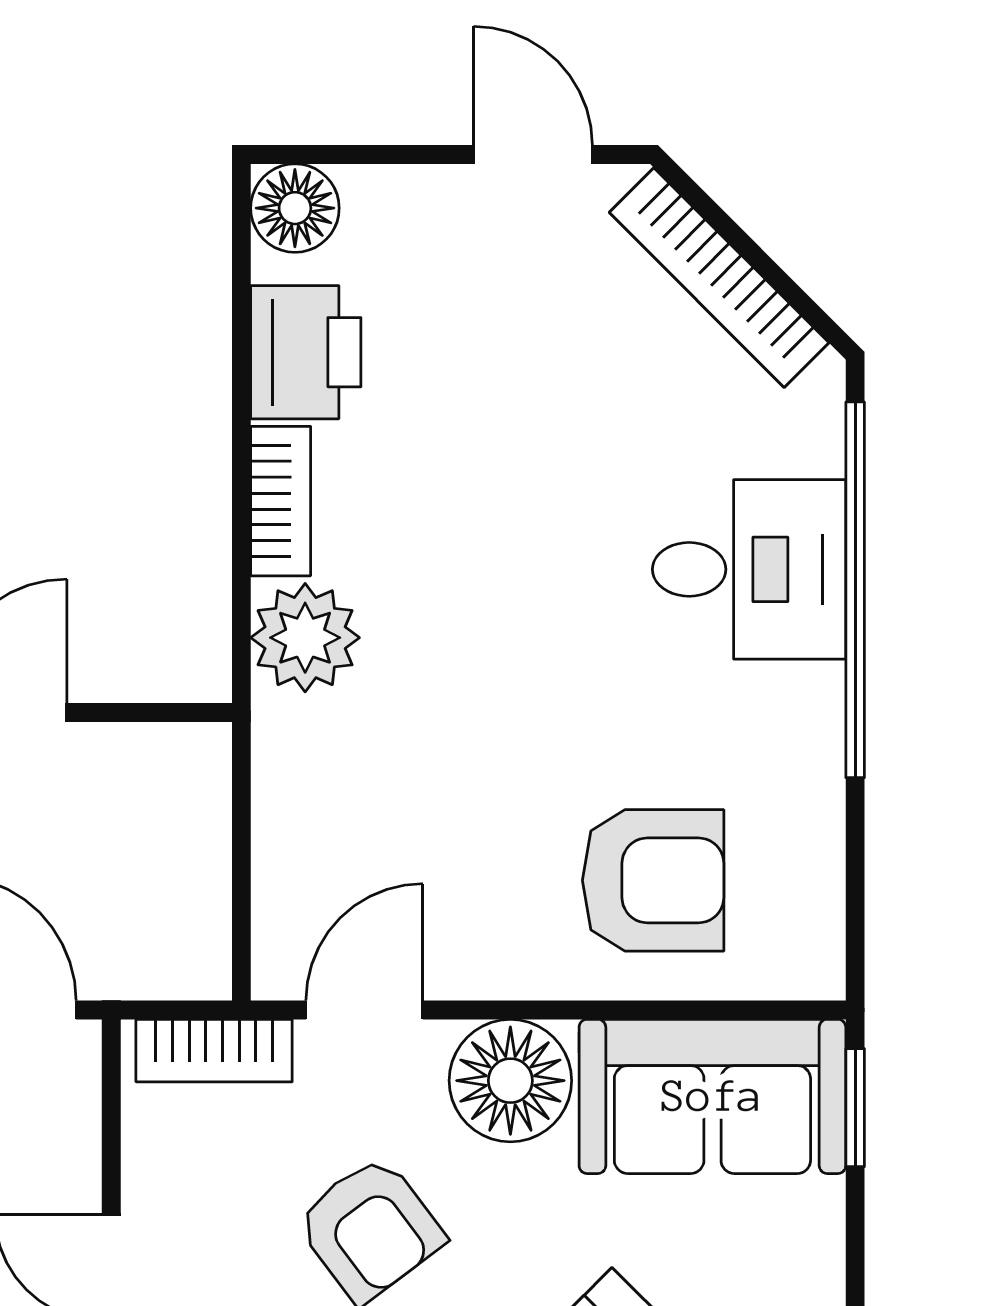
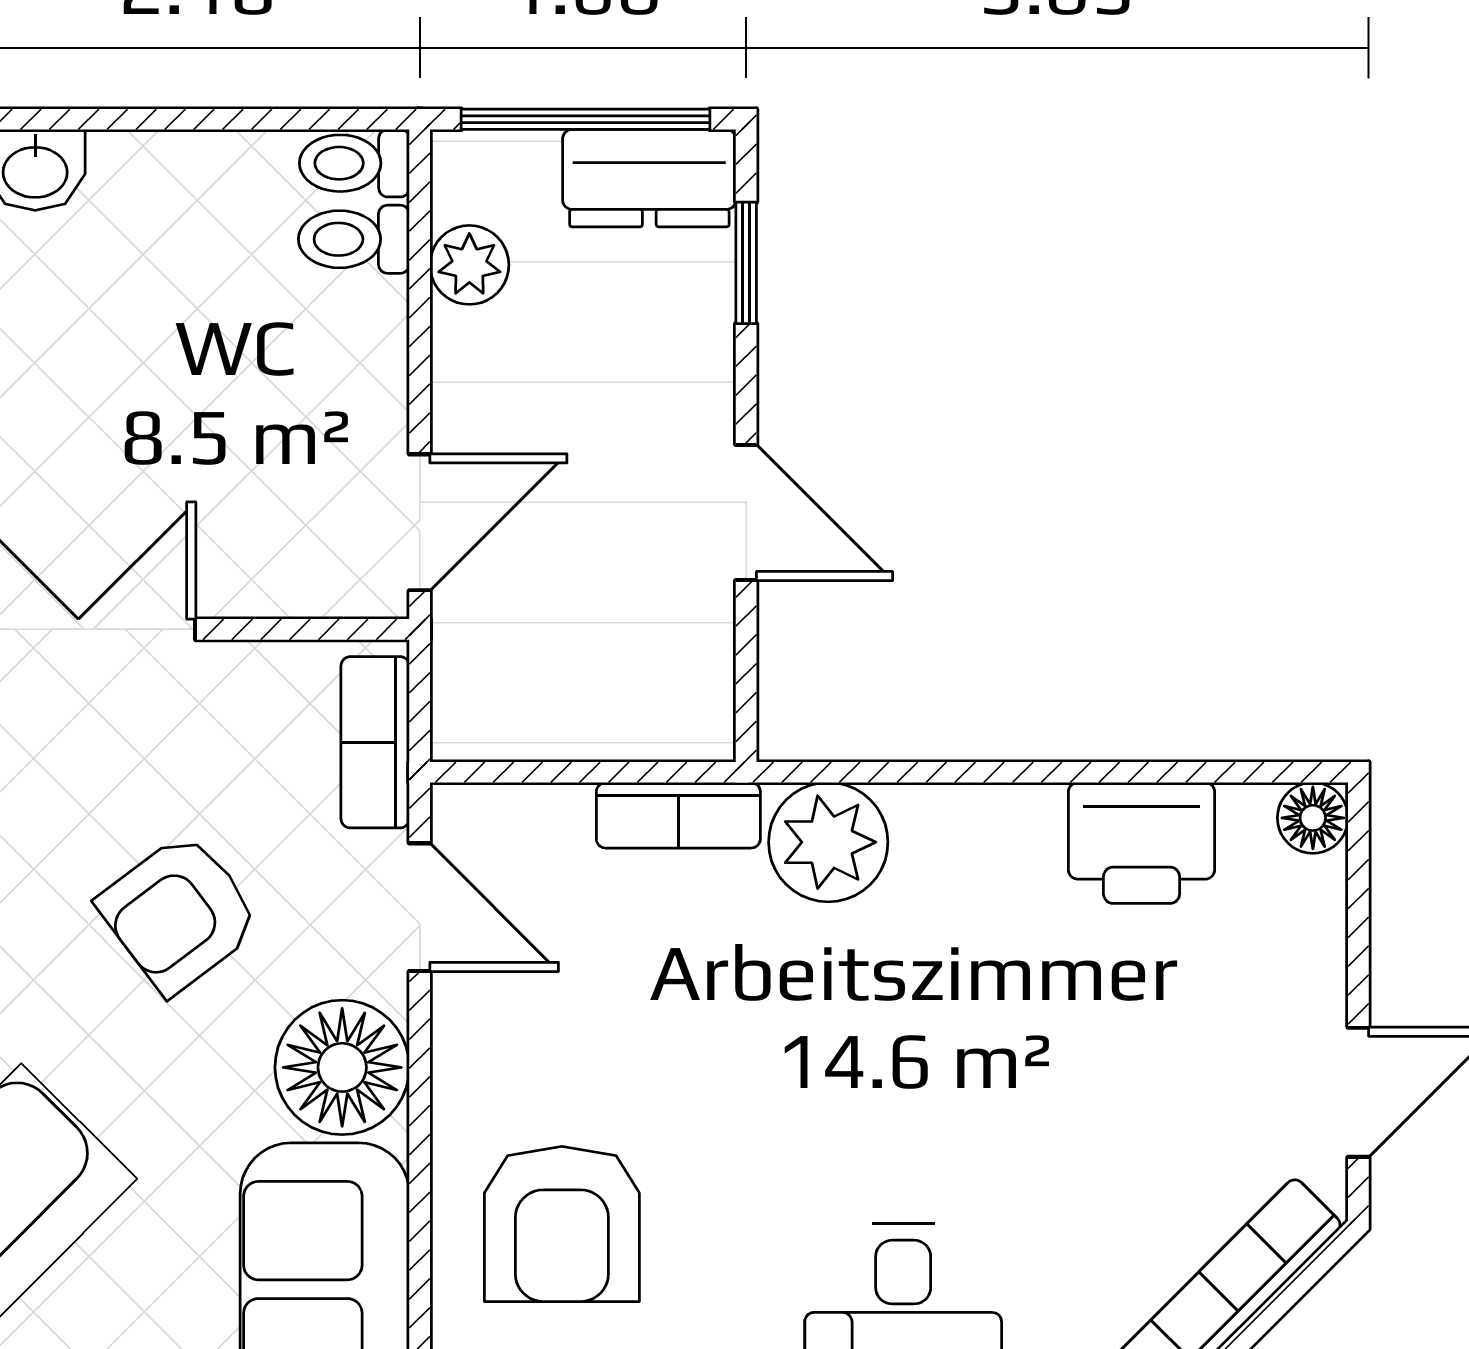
floor lamp: (295, 208) -> (1313, 818), width x0.73, depth x0.73
bookcase: (281, 501) -> (678, 815), moved

